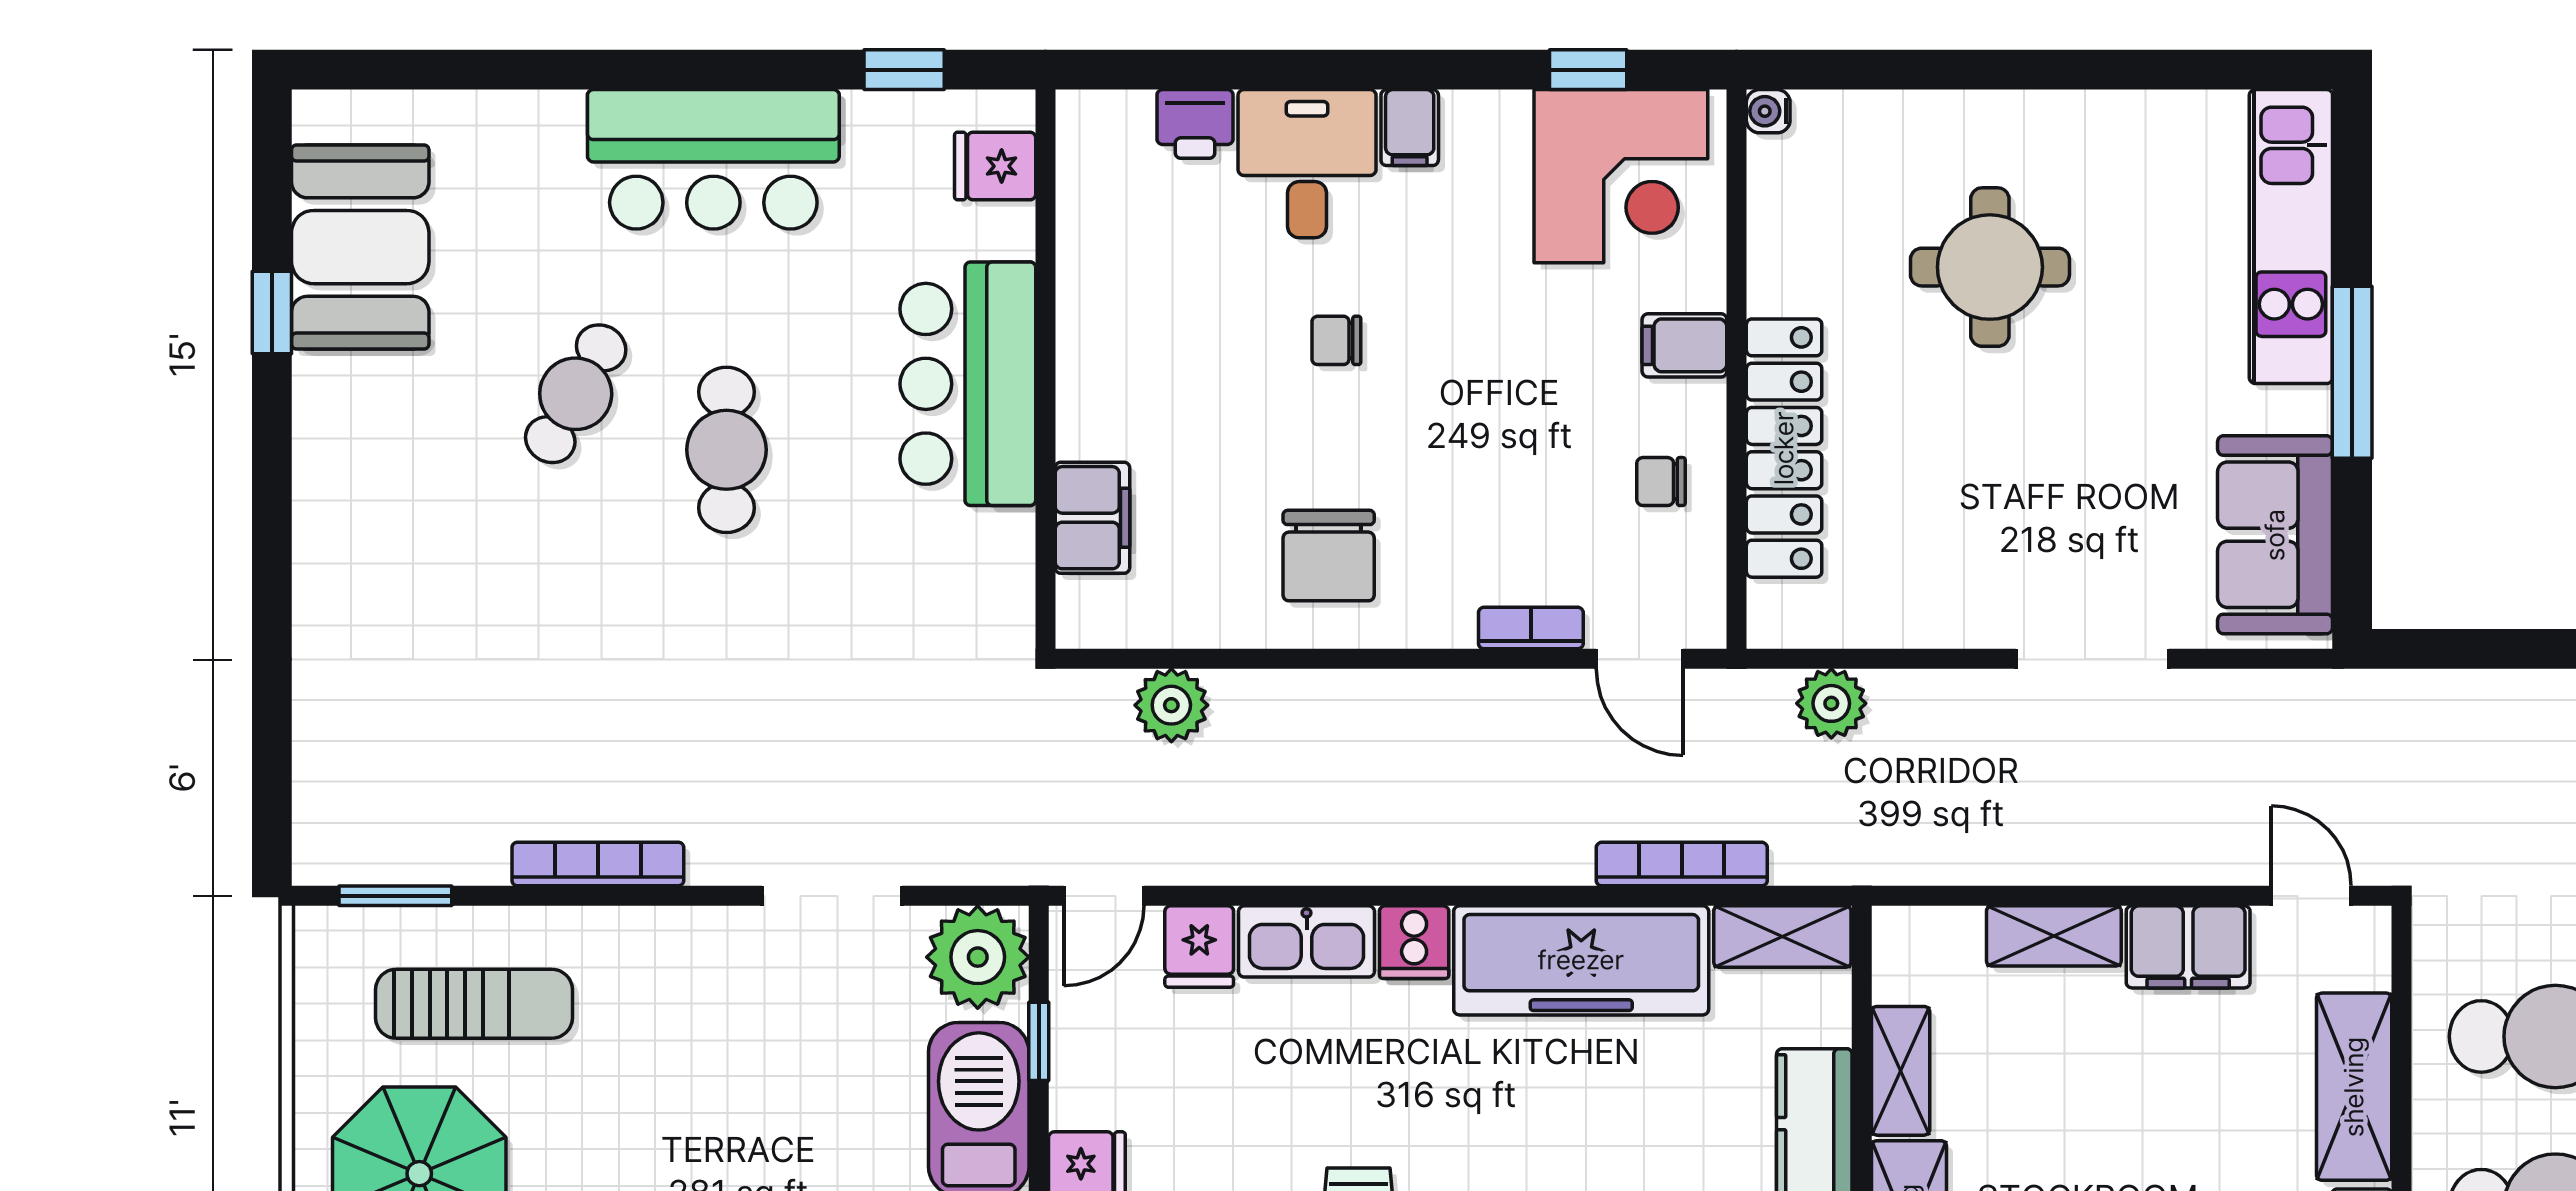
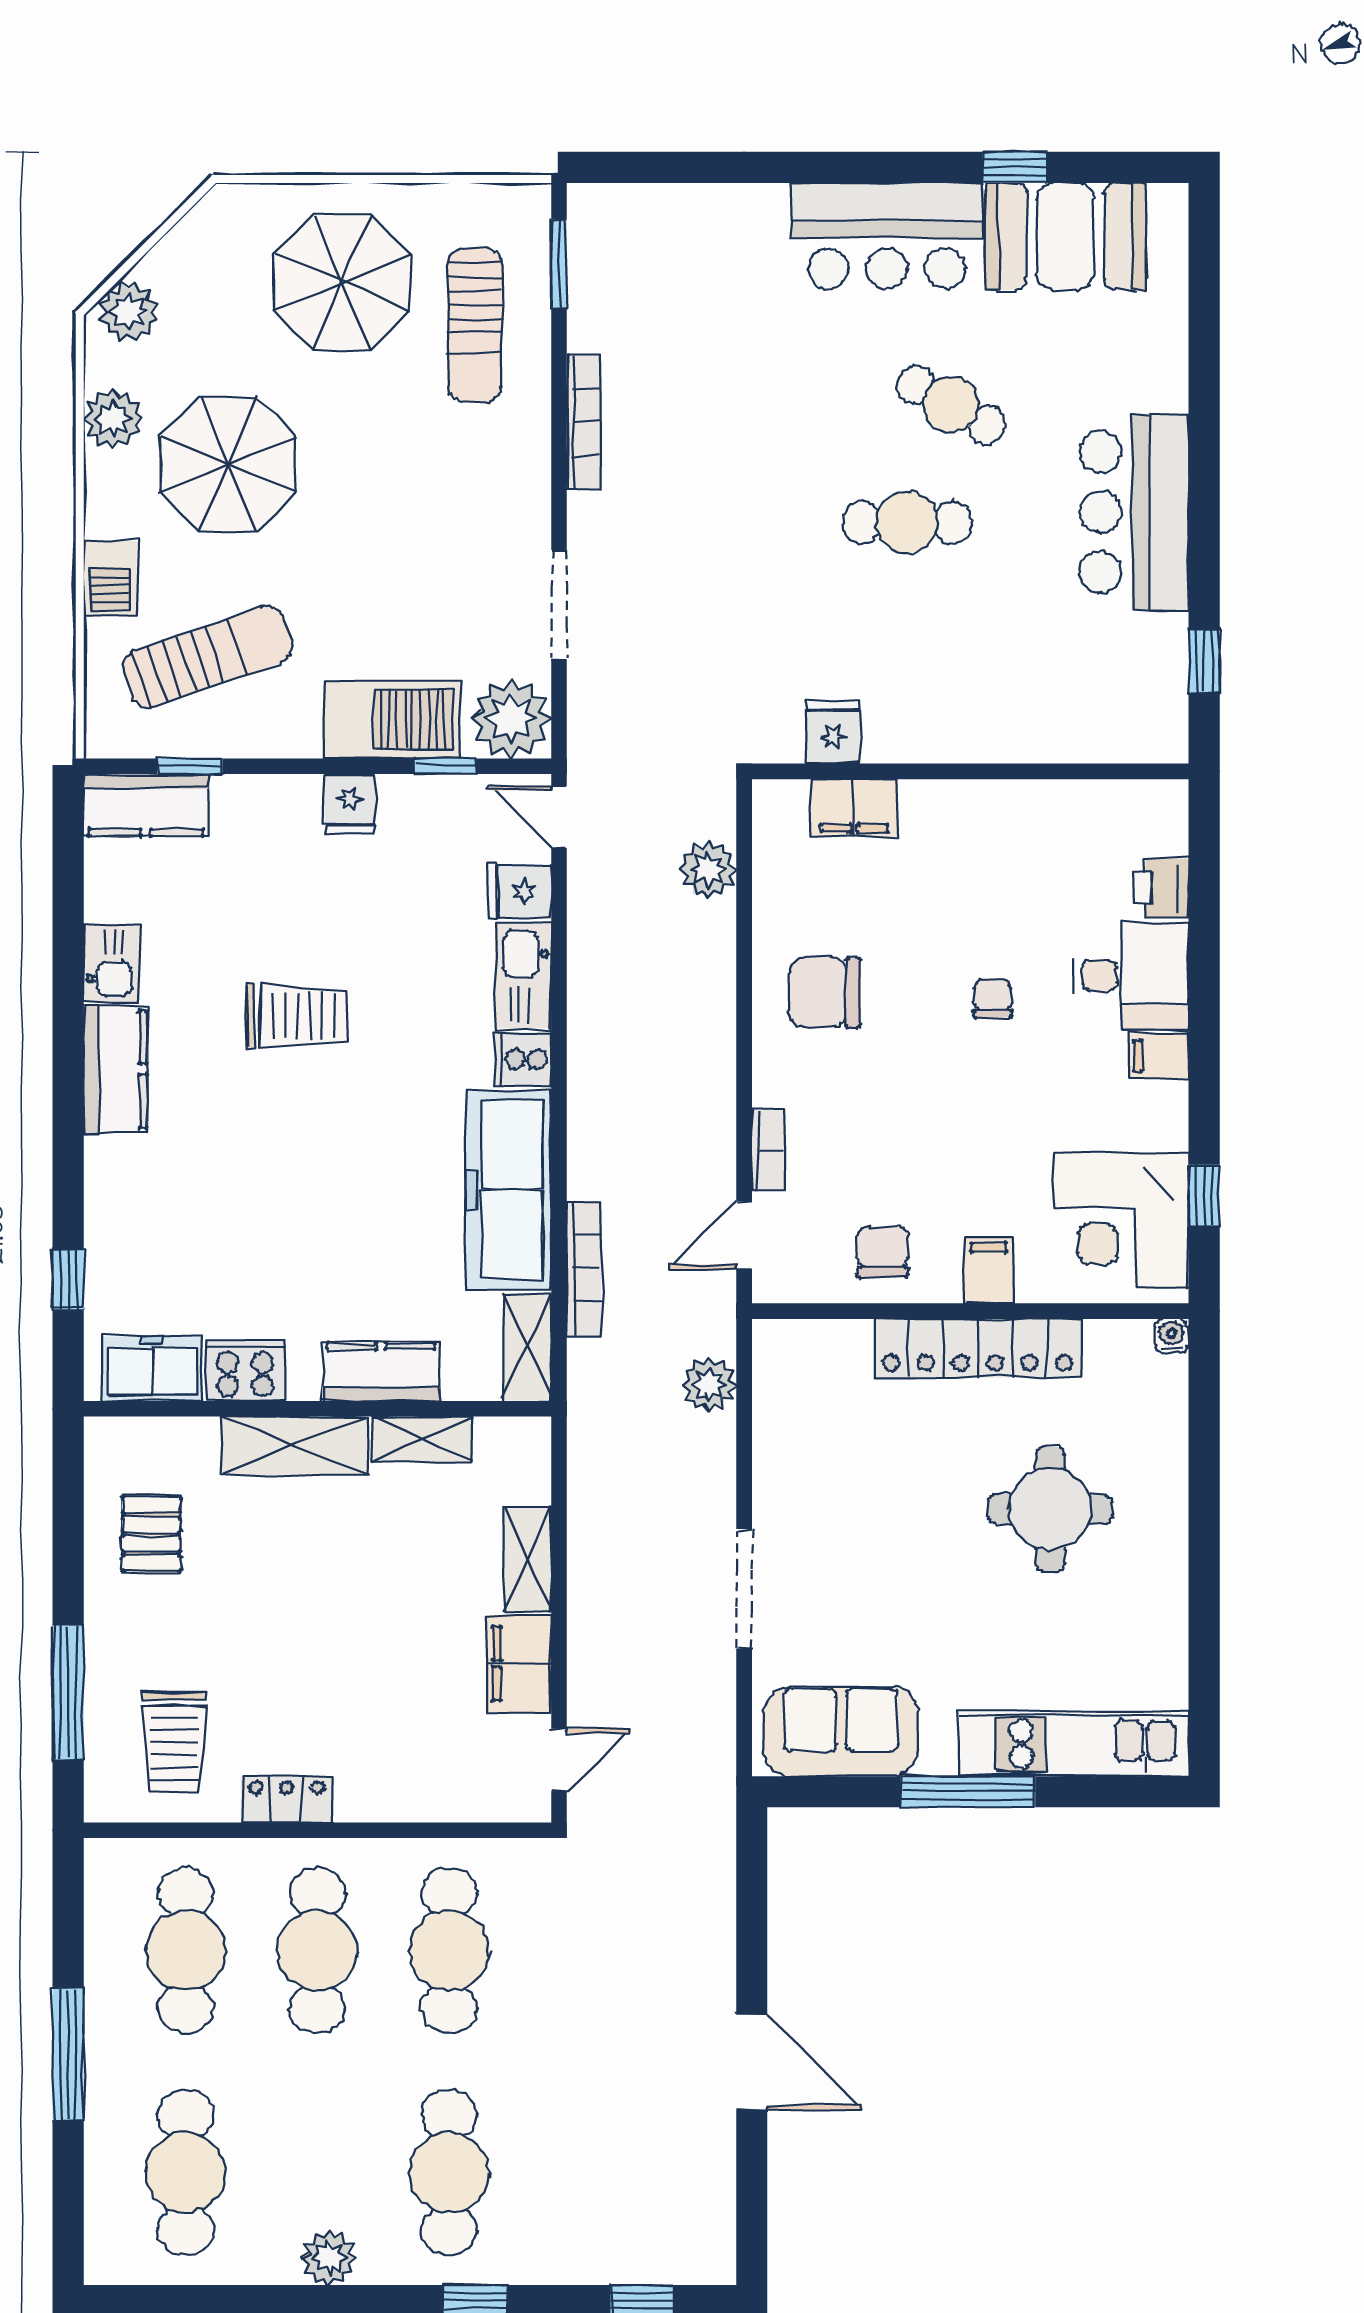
fridge: (995, 166) -> (833, 732), moved
bar counter: (968, 384) -> (887, 236), moved, turned 180
locker: (1784, 448) -> (978, 1348), moved
chair: (1661, 482) -> (883, 1252), width x1.37, depth x1.37
shelving: (2354, 1087) -> (410, 1793), removed

